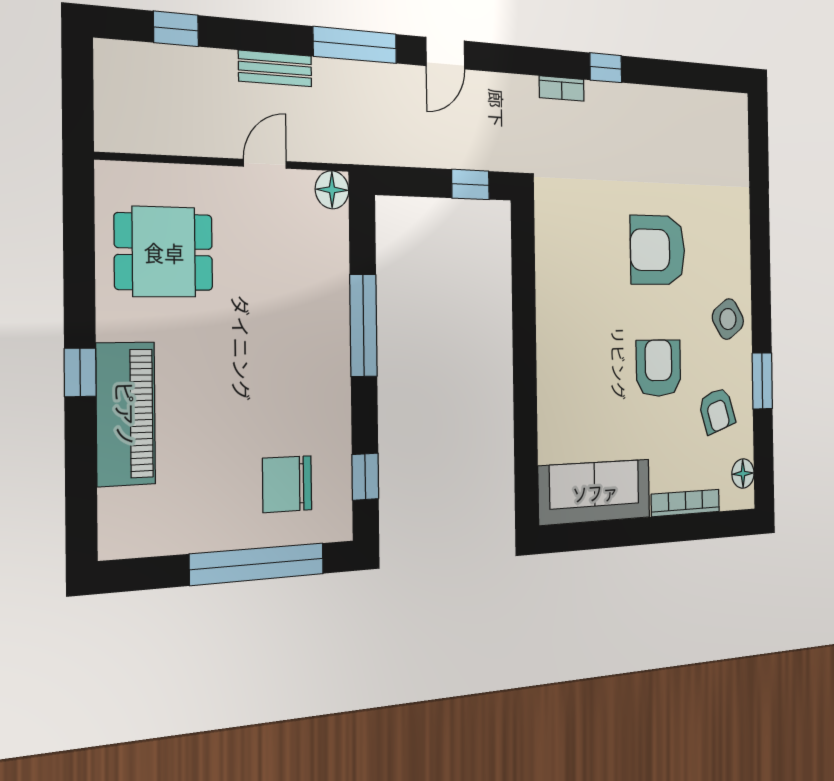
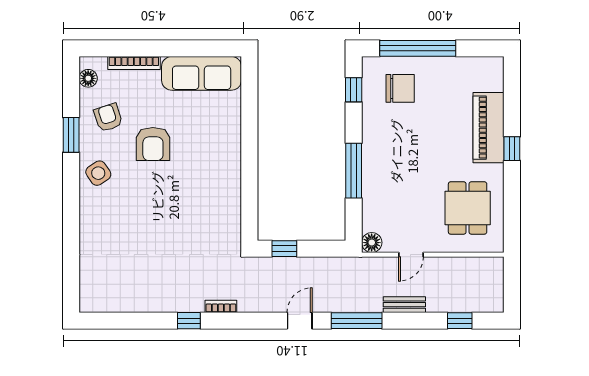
armchair: (658, 250) -> (152, 214), removed
dining table: (164, 252) -> (468, 208), turned 90

